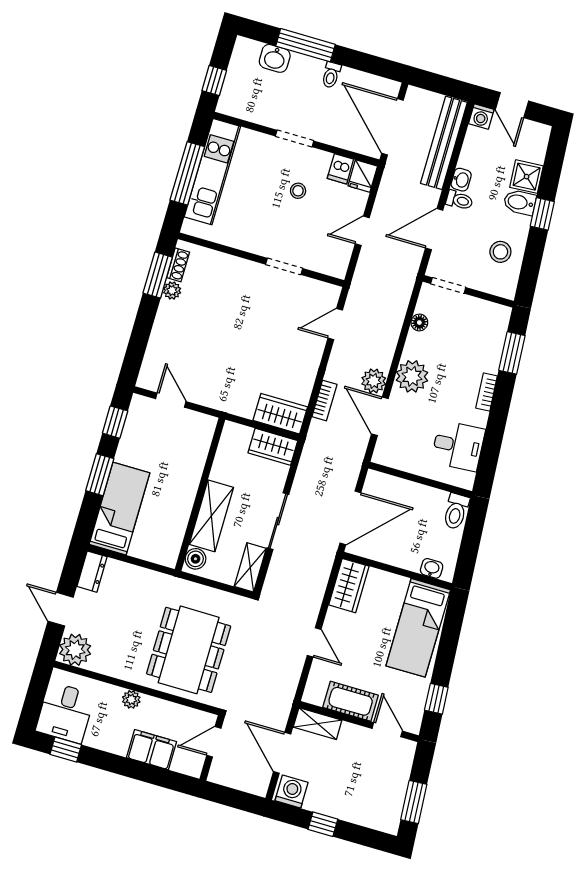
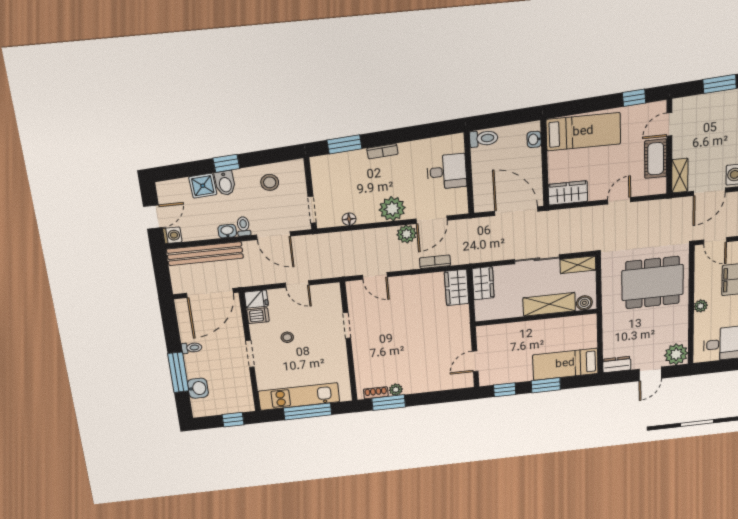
desk: (458, 446) -> (447, 172), moved, turned 94

